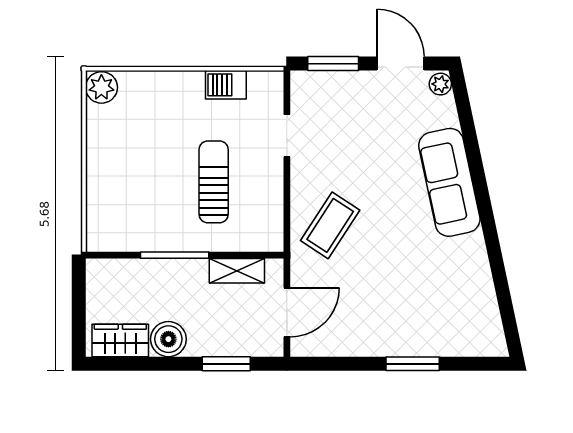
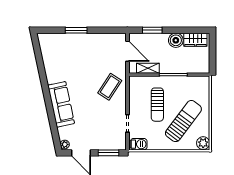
barbecue: (226, 85) -> (139, 144), moved
sun lounger: (150, 141) -> (183, 121), added
door: (287, 312) -> (127, 51), swing flipped

